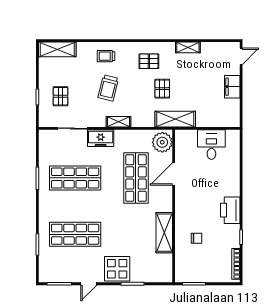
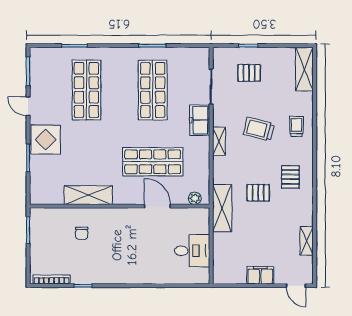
shelving: (188, 47) -> (307, 241), moved
plant: (162, 142) -> (195, 198), width x0.53, depth x0.53
printer: (230, 210) -> (115, 273), removed

